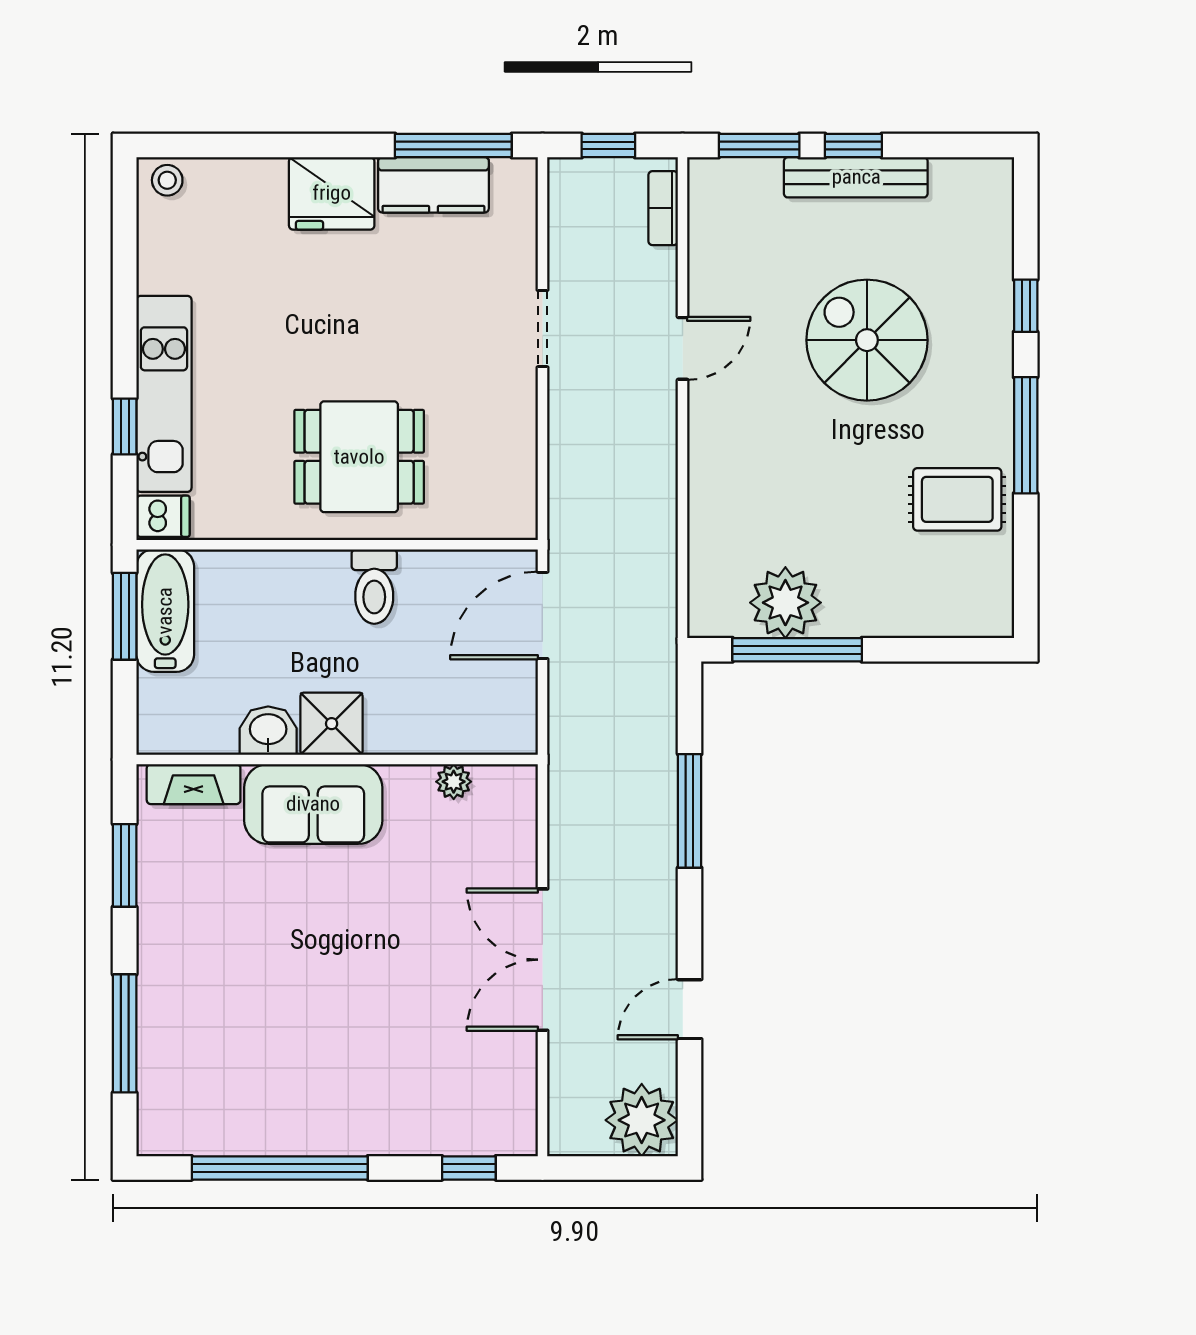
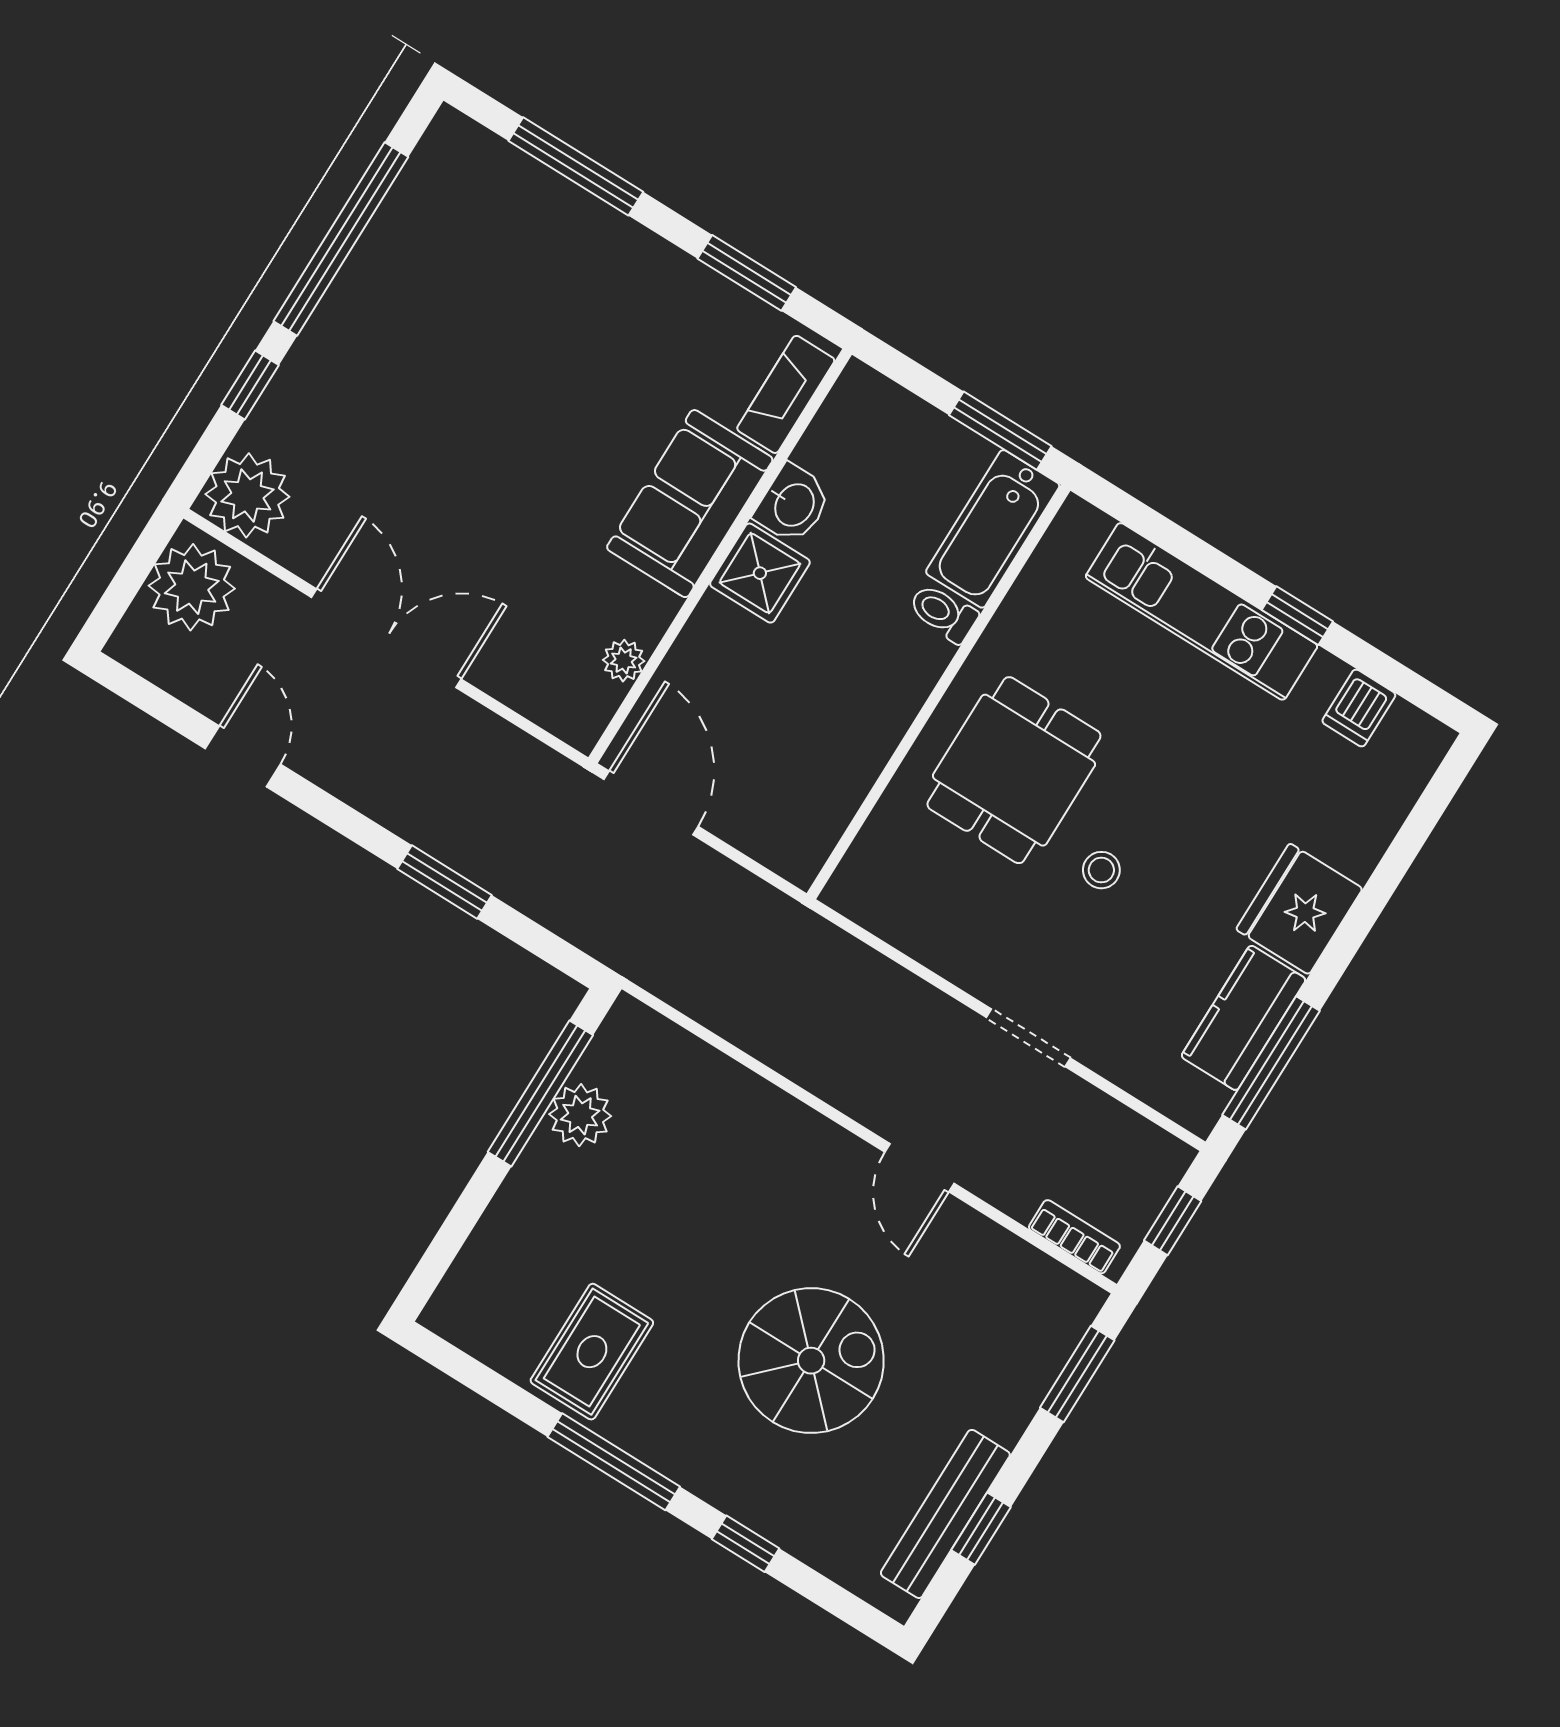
window: (853, 146) -> (981, 1529), moved
bench: (856, 177) -> (945, 1514), moved
stool: (167, 180) -> (1101, 870), moved
window: (125, 426) -> (1297, 616), moved
dishwasher: (163, 516) -> (1359, 708), moved
toilet: (374, 587) -> (943, 613), moved, width x0.73, depth x0.72
plant: (785, 603) -> (580, 1115), width x0.73, depth x0.73
bathtub: (165, 611) -> (993, 529), moved, turned 90
door: (542, 615) -> (651, 803), moved
window: (690, 811) -> (445, 882), width x0.69
plant: (642, 1120) -> (192, 587), moved
plant: (503, 1121) -> (247, 495), added
window: (469, 1168) -> (250, 385), moved

